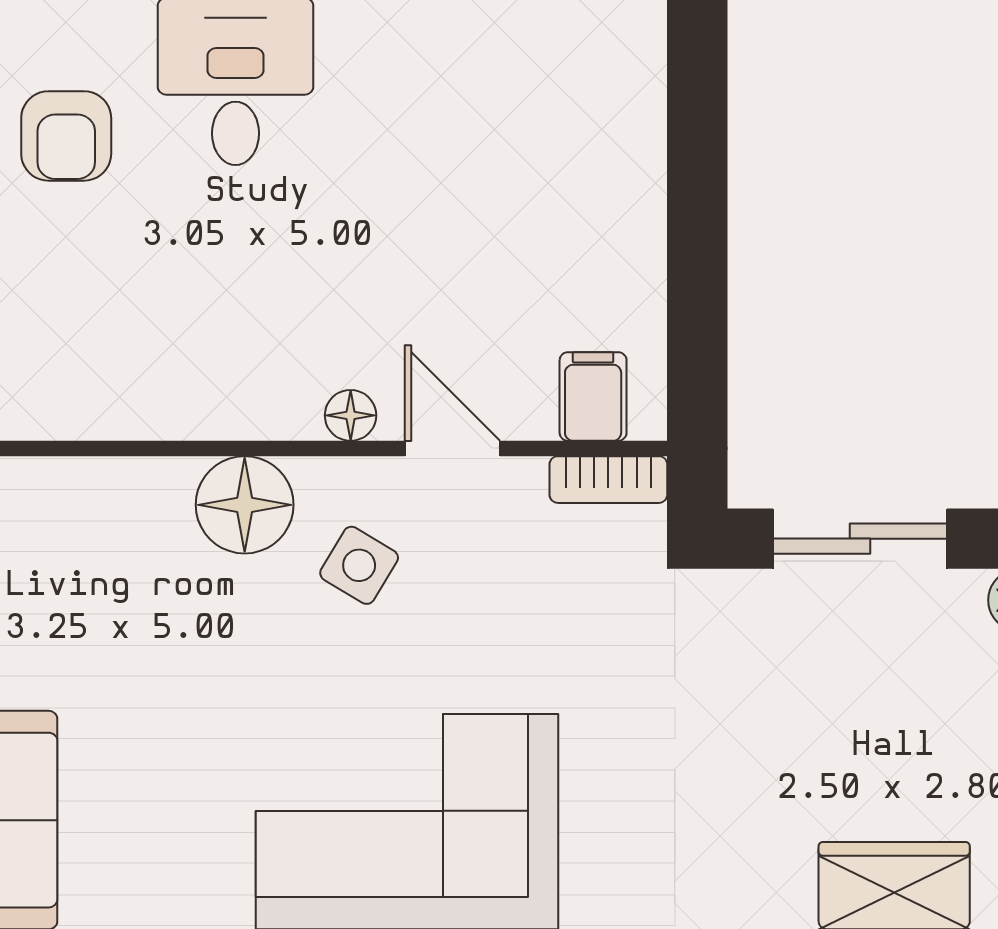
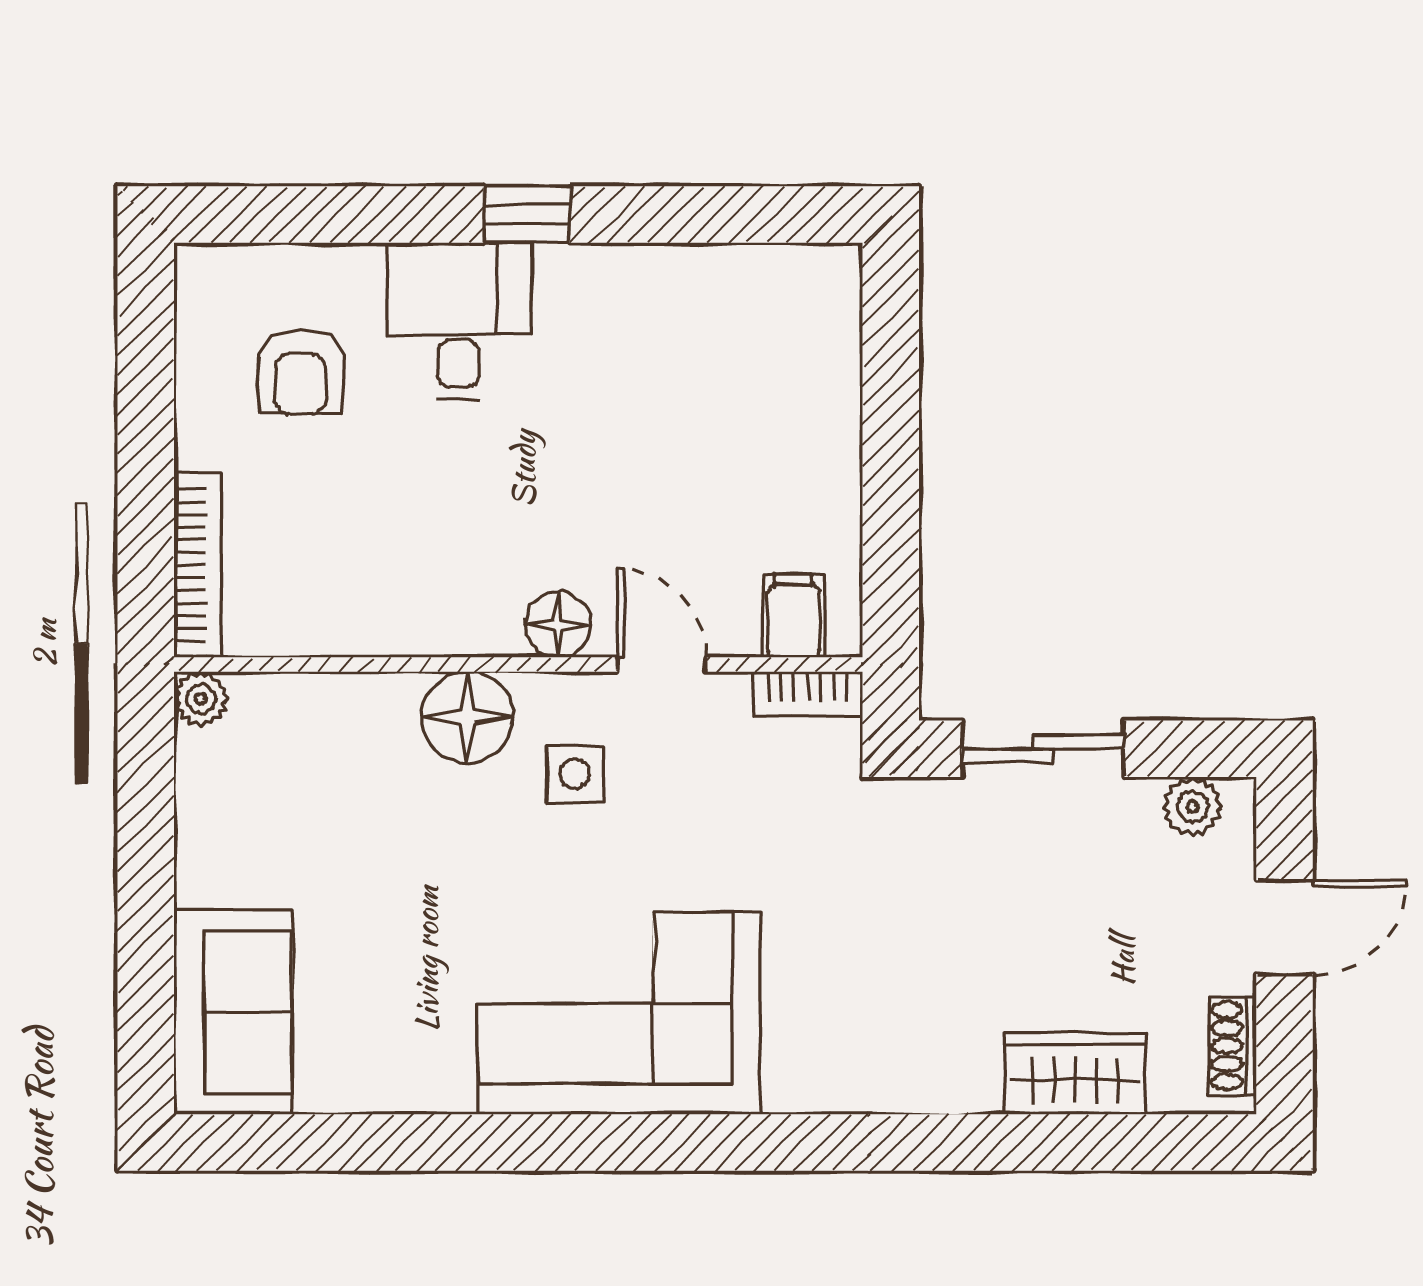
floor lamp: (351, 415) -> (558, 625), width x1.37, depth x1.37
side table: (359, 565) -> (574, 774), turned -31

